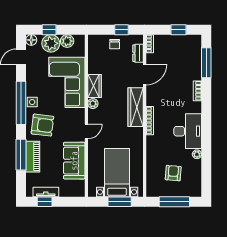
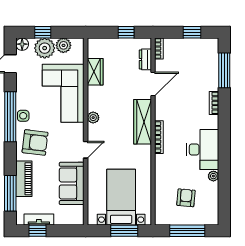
chair: (115, 44) -> (118, 49), removed
wardrobe: (94, 86) -> (95, 72), moved
window: (21, 155) -> (10, 193), moved

